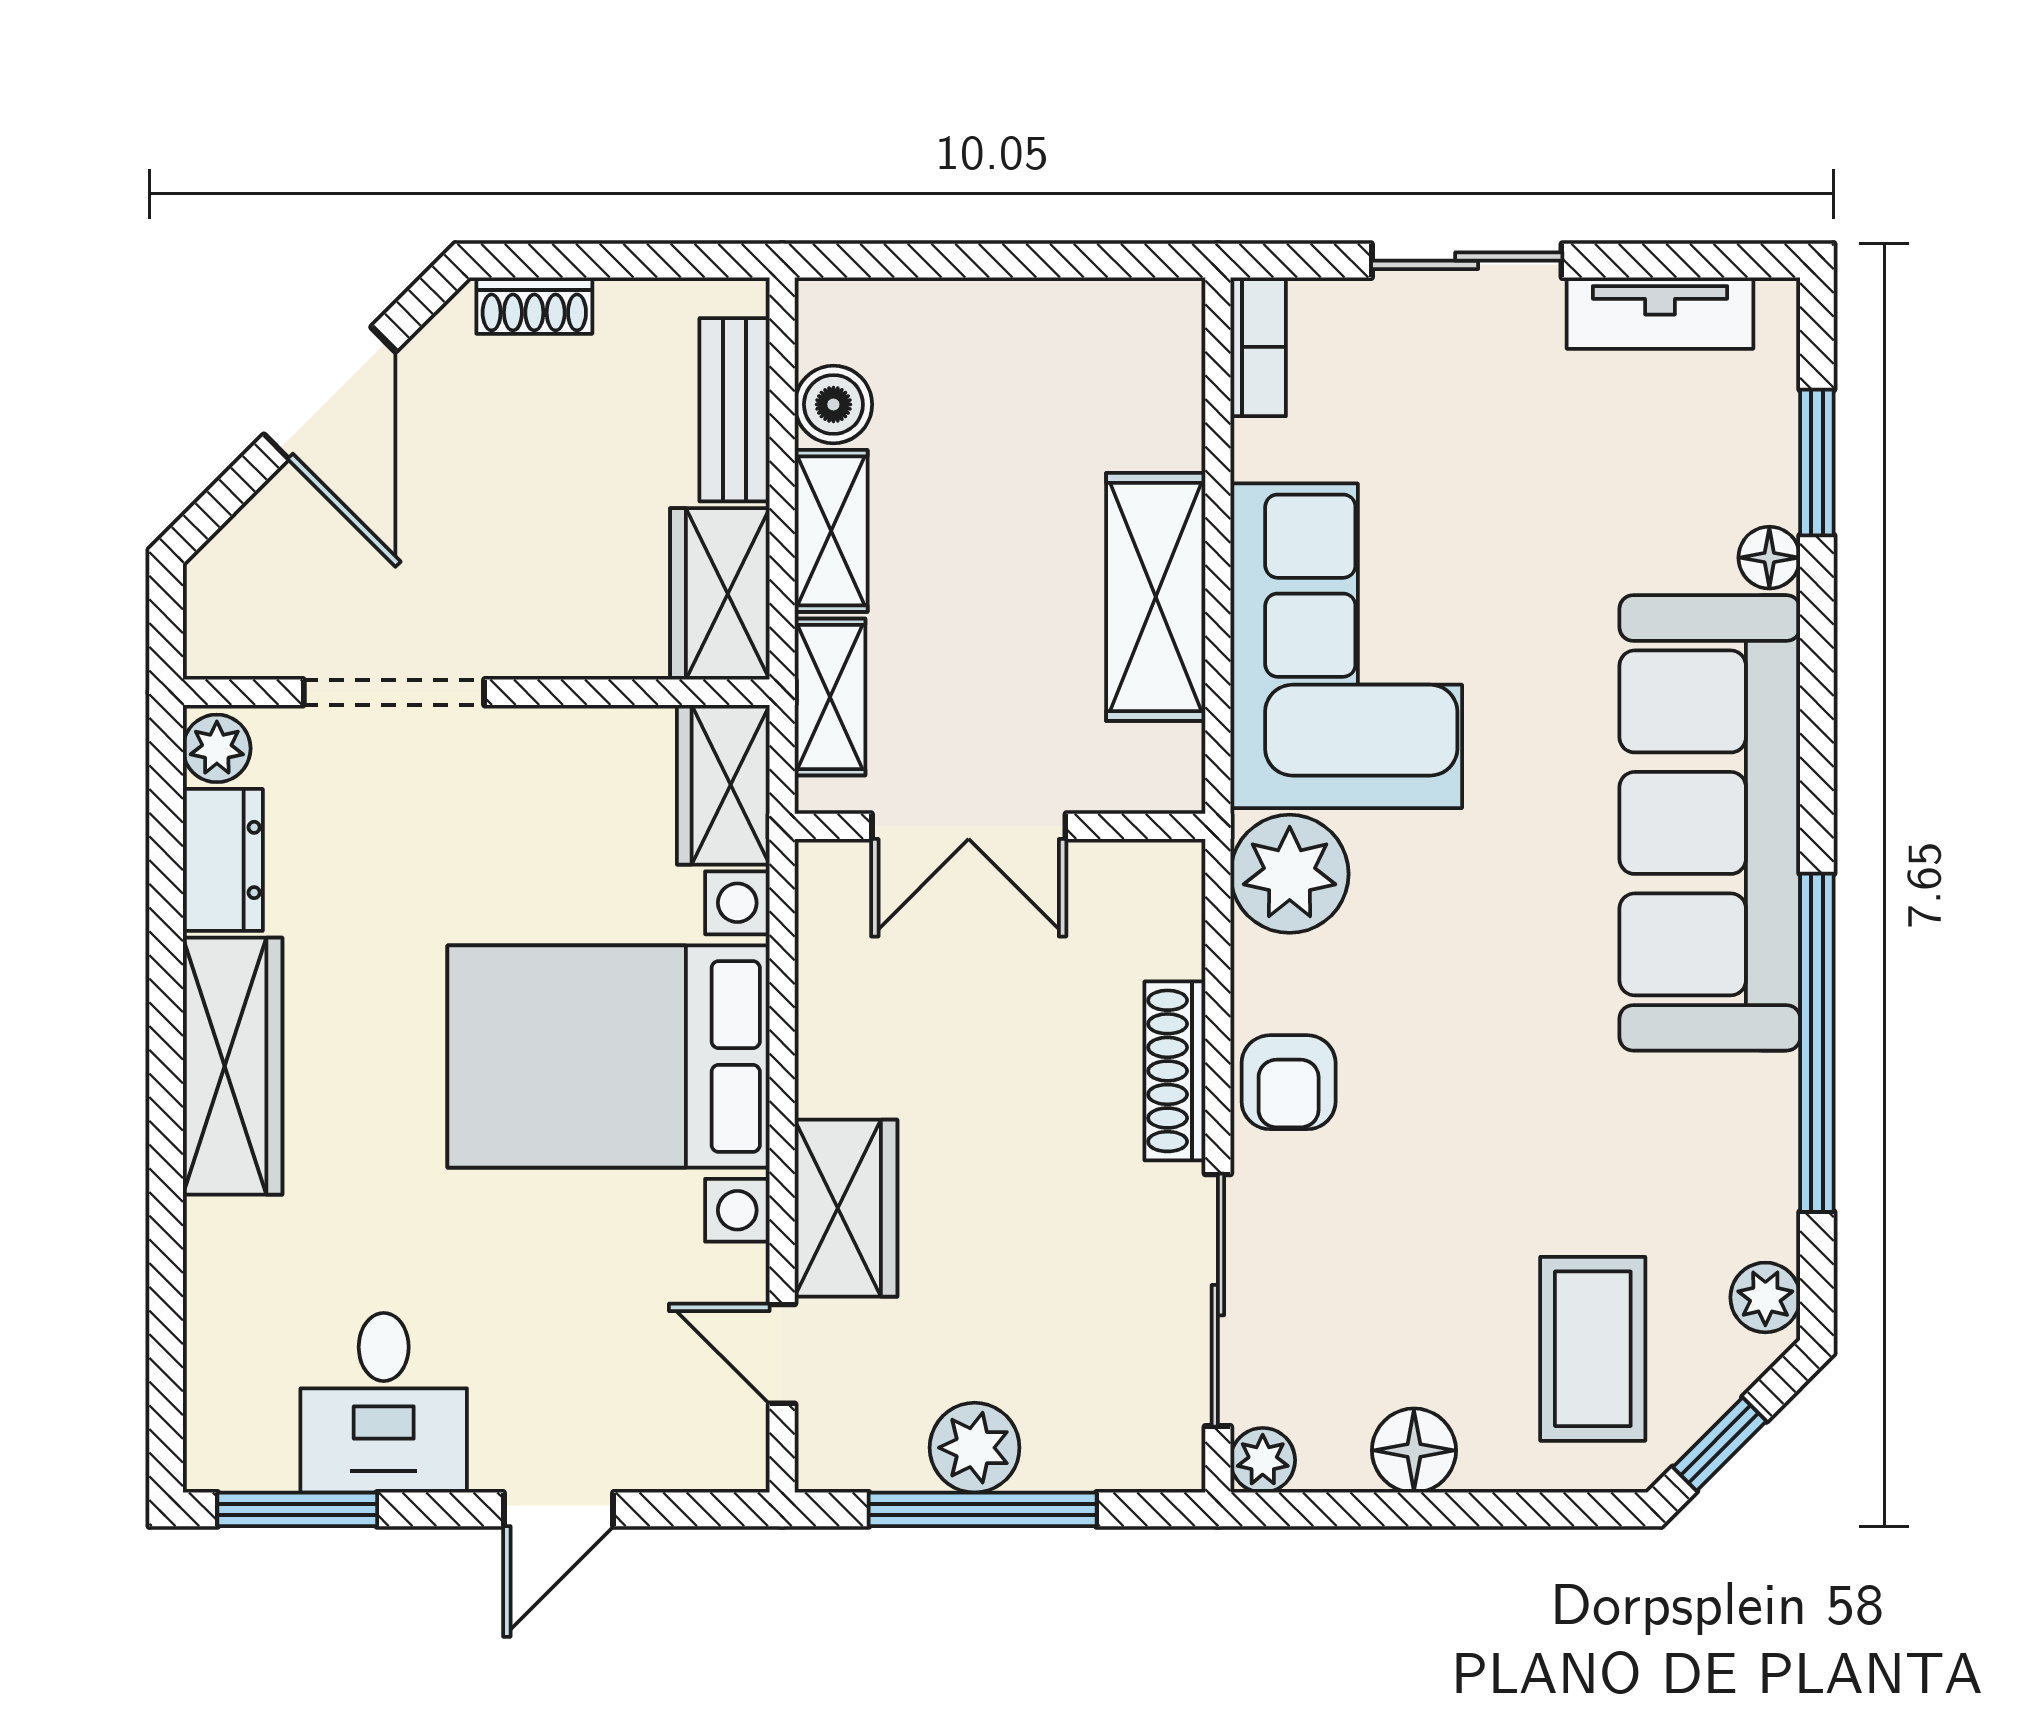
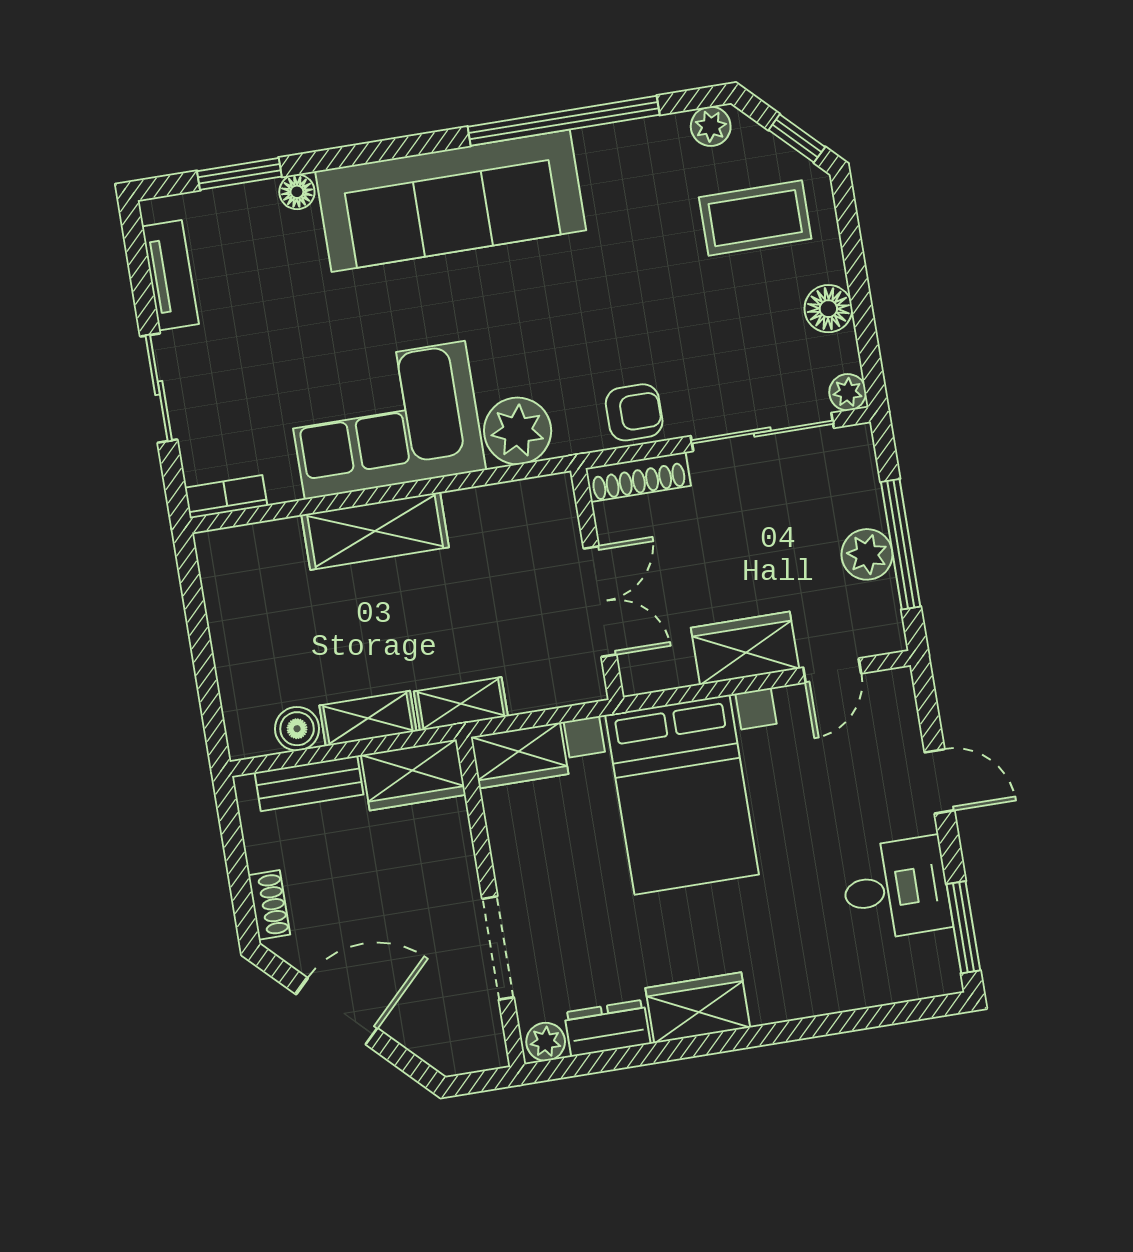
double door: (969, 826) -> (600, 602), moved
wall: (1000, 826) -> (597, 584), moved
wardrobe: (233, 1066) -> (698, 1008), width x0.67

